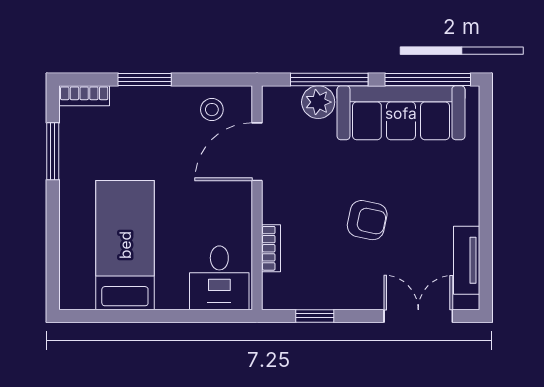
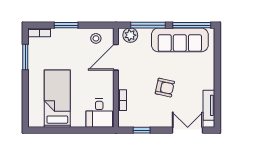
plant: (318, 102) -> (130, 35), moved

